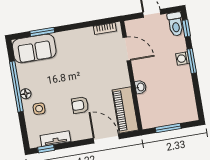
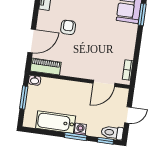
washbasin: (140, 87) -> (35, 80), moved
bathtub: (183, 87) -> (56, 122), added
piano: (125, 110) -> (46, 67), width x0.73, depth x0.75

